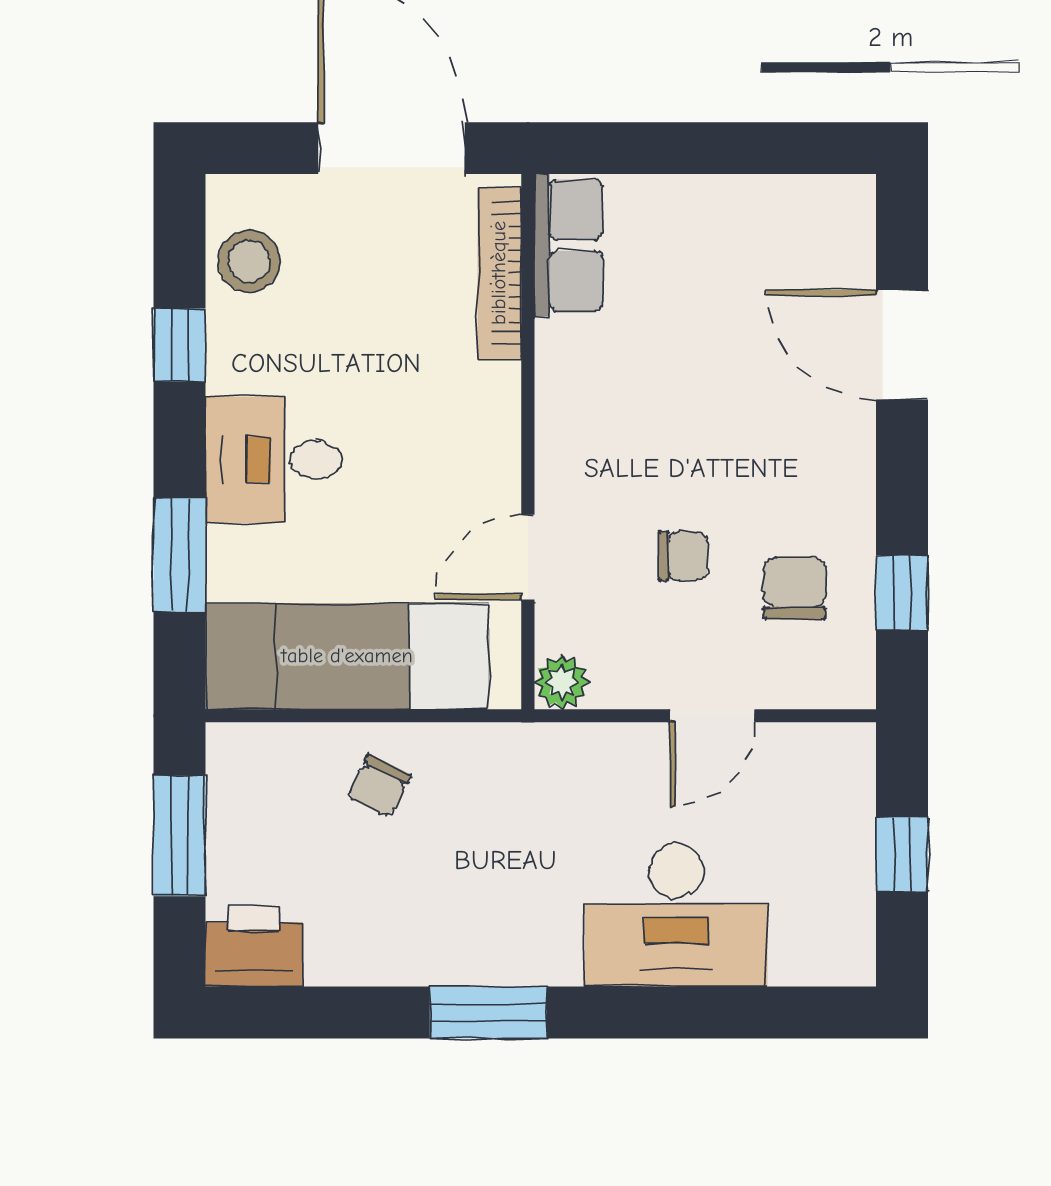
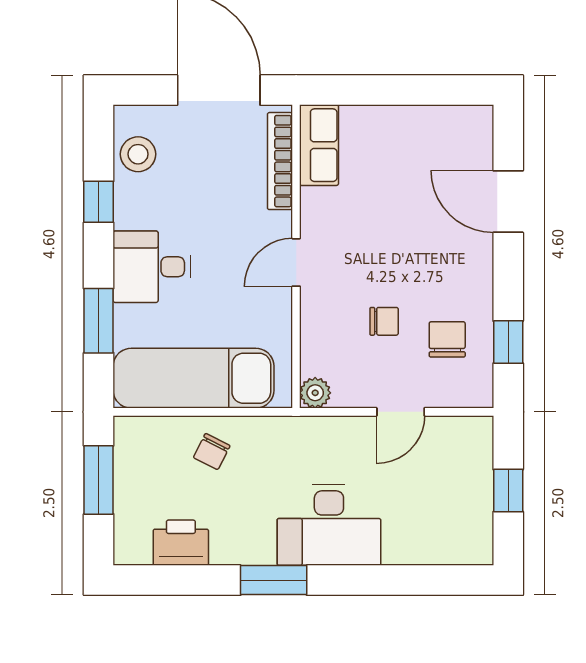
door: (528, 557) -> (296, 262), moved
desk: (676, 915) -> (329, 525), moved
printer: (254, 947) -> (181, 543), moved

